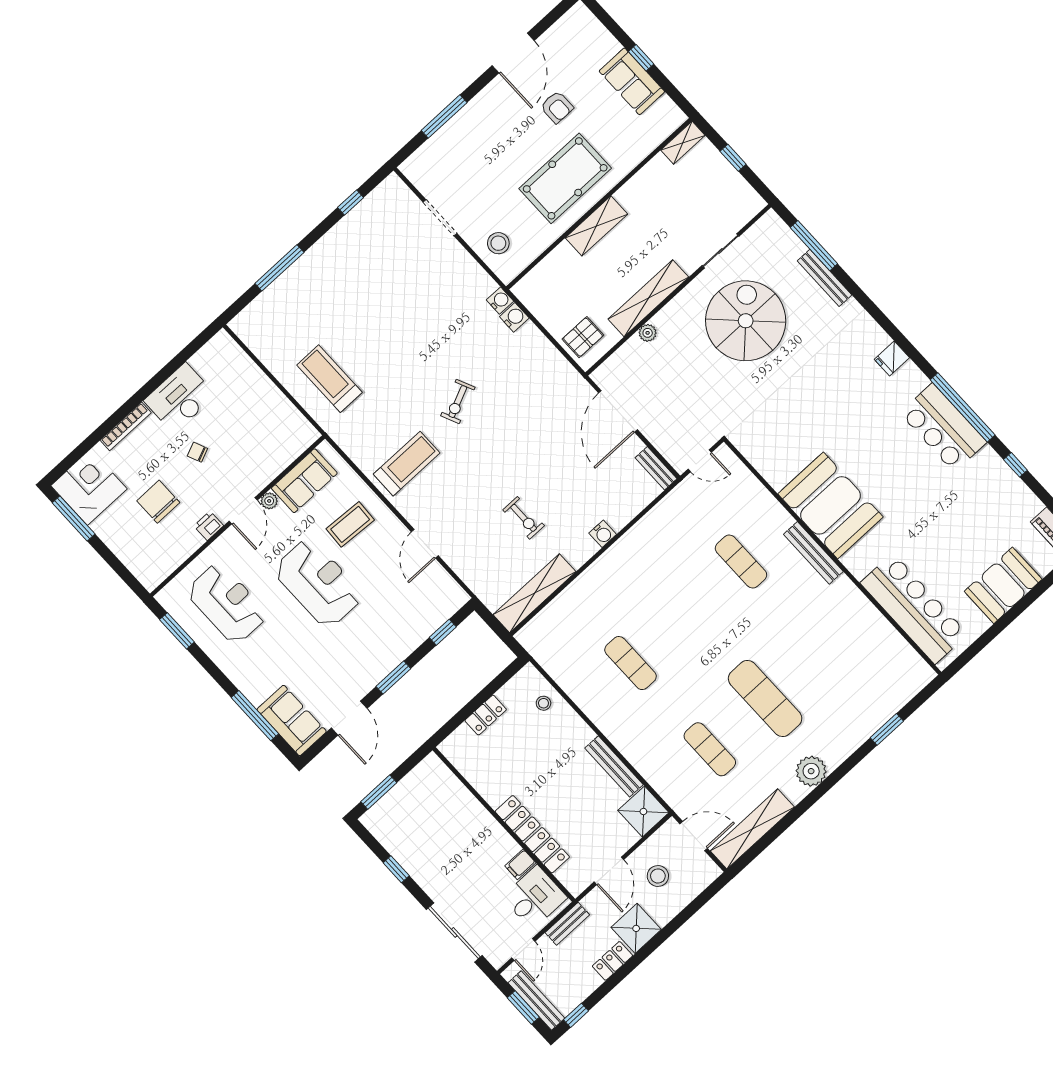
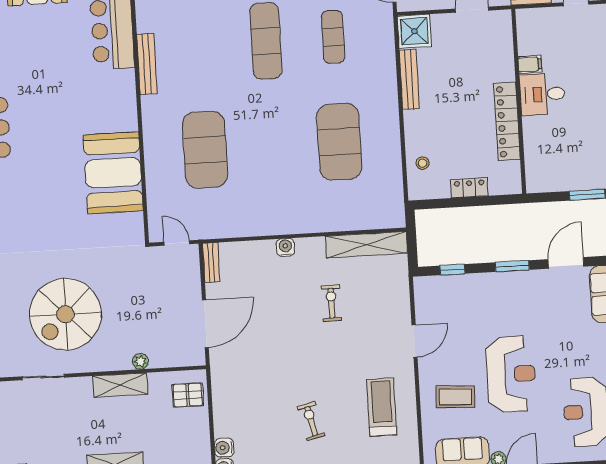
shelving: (648, 298) -> (120, 385), width x0.68
exercise bike: (458, 402) -> (311, 421), turned -79
treadmill: (407, 464) -> (382, 407), turned 90
booth: (830, 505) -> (113, 173), moved
bench: (813, 553) -> (147, 64), moved
exercise mat: (741, 561) -> (205, 150), width x2.00, depth x1.45
reception desk: (318, 583) -> (511, 374), turned 180
exercise mat: (631, 663) -> (339, 142), width x2.00, depth x1.45
locker: (532, 834) -> (507, 121), moved
desk: (535, 898) -> (542, 94), moved

